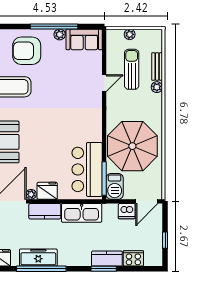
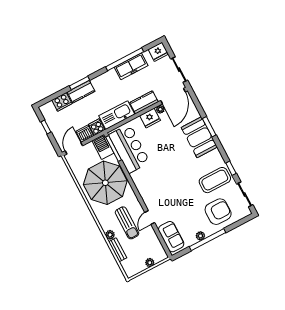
sofa: (84, 39) -> (171, 237), moved, turned 90
sun lounger: (132, 69) -> (127, 223), moved
cooker: (110, 211) -> (97, 127), added

